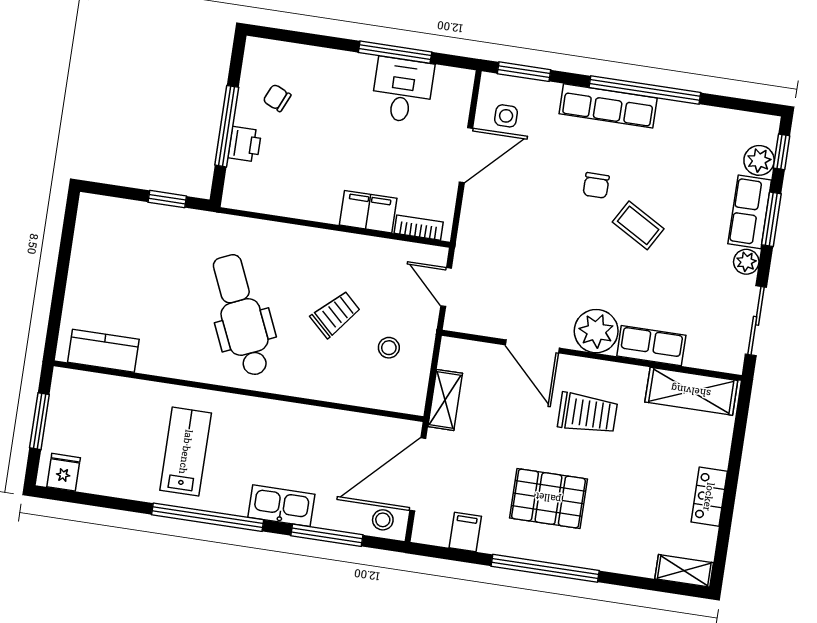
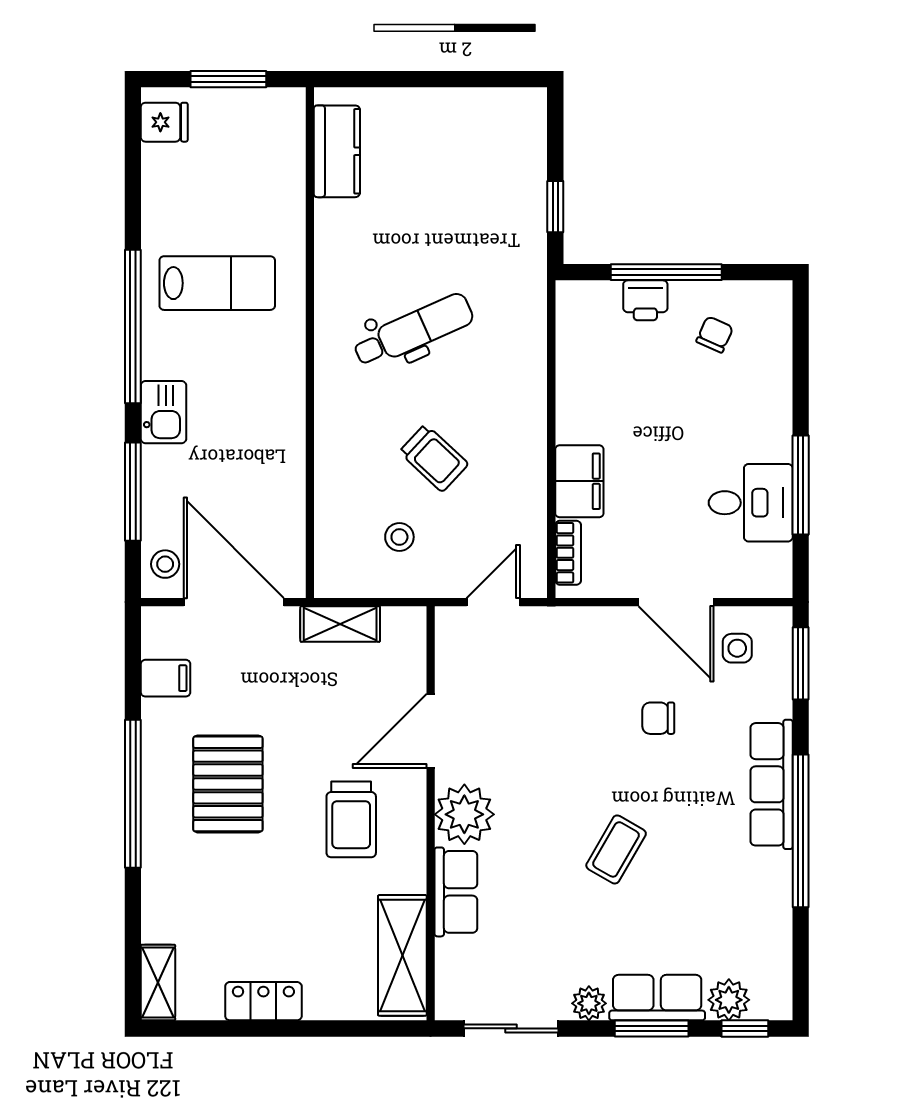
chair: (596, 185) -> (658, 718), moved
dental chair: (241, 315) -> (413, 331), width x0.73, depth x0.72
kitchen sink: (281, 506) -> (164, 412), width x0.73

